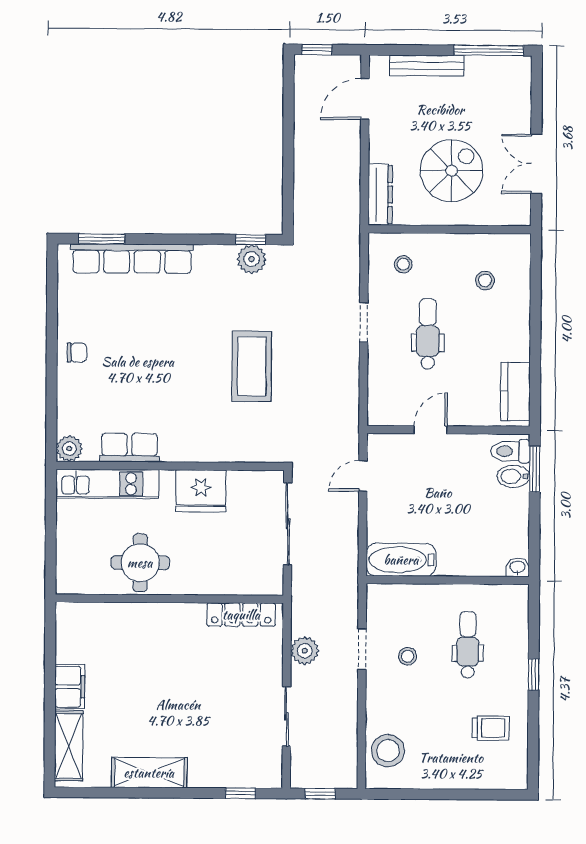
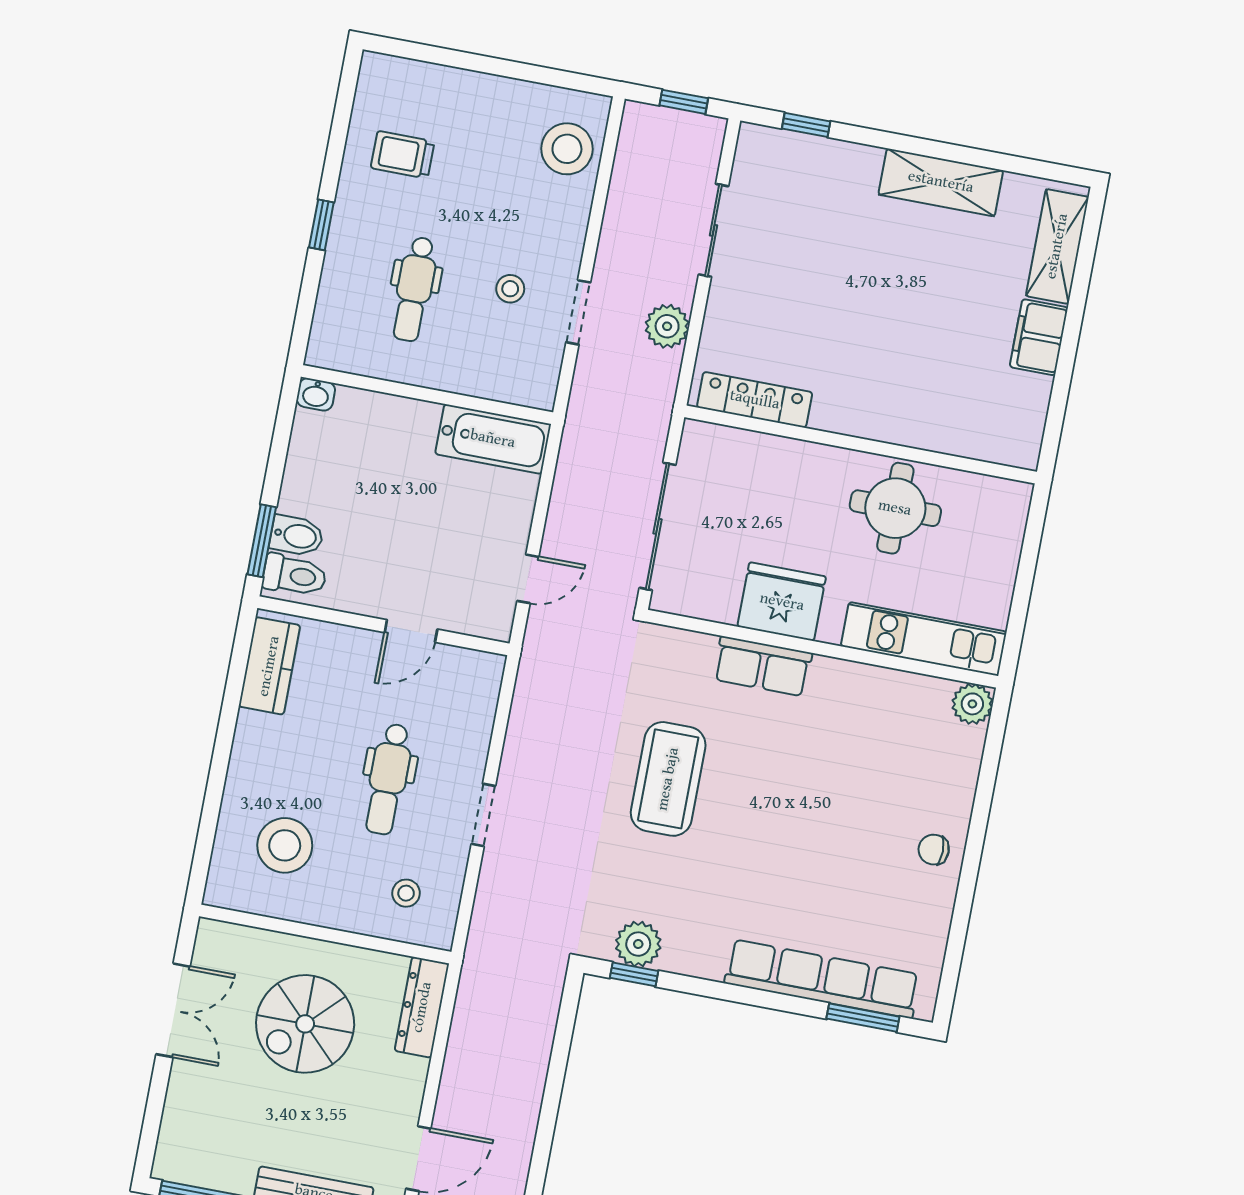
stool: (485, 280) -> (285, 845), width x1.89, depth x1.89
row of seats: (129, 448) -> (763, 666), moved

